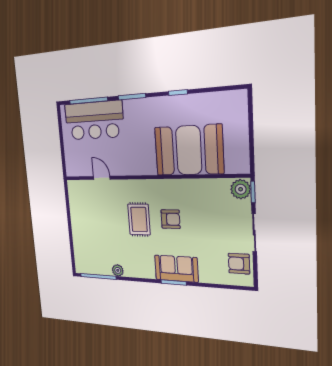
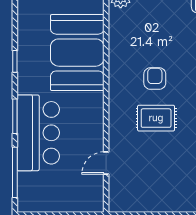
bar counter: (94, 120) -> (38, 133), moved

